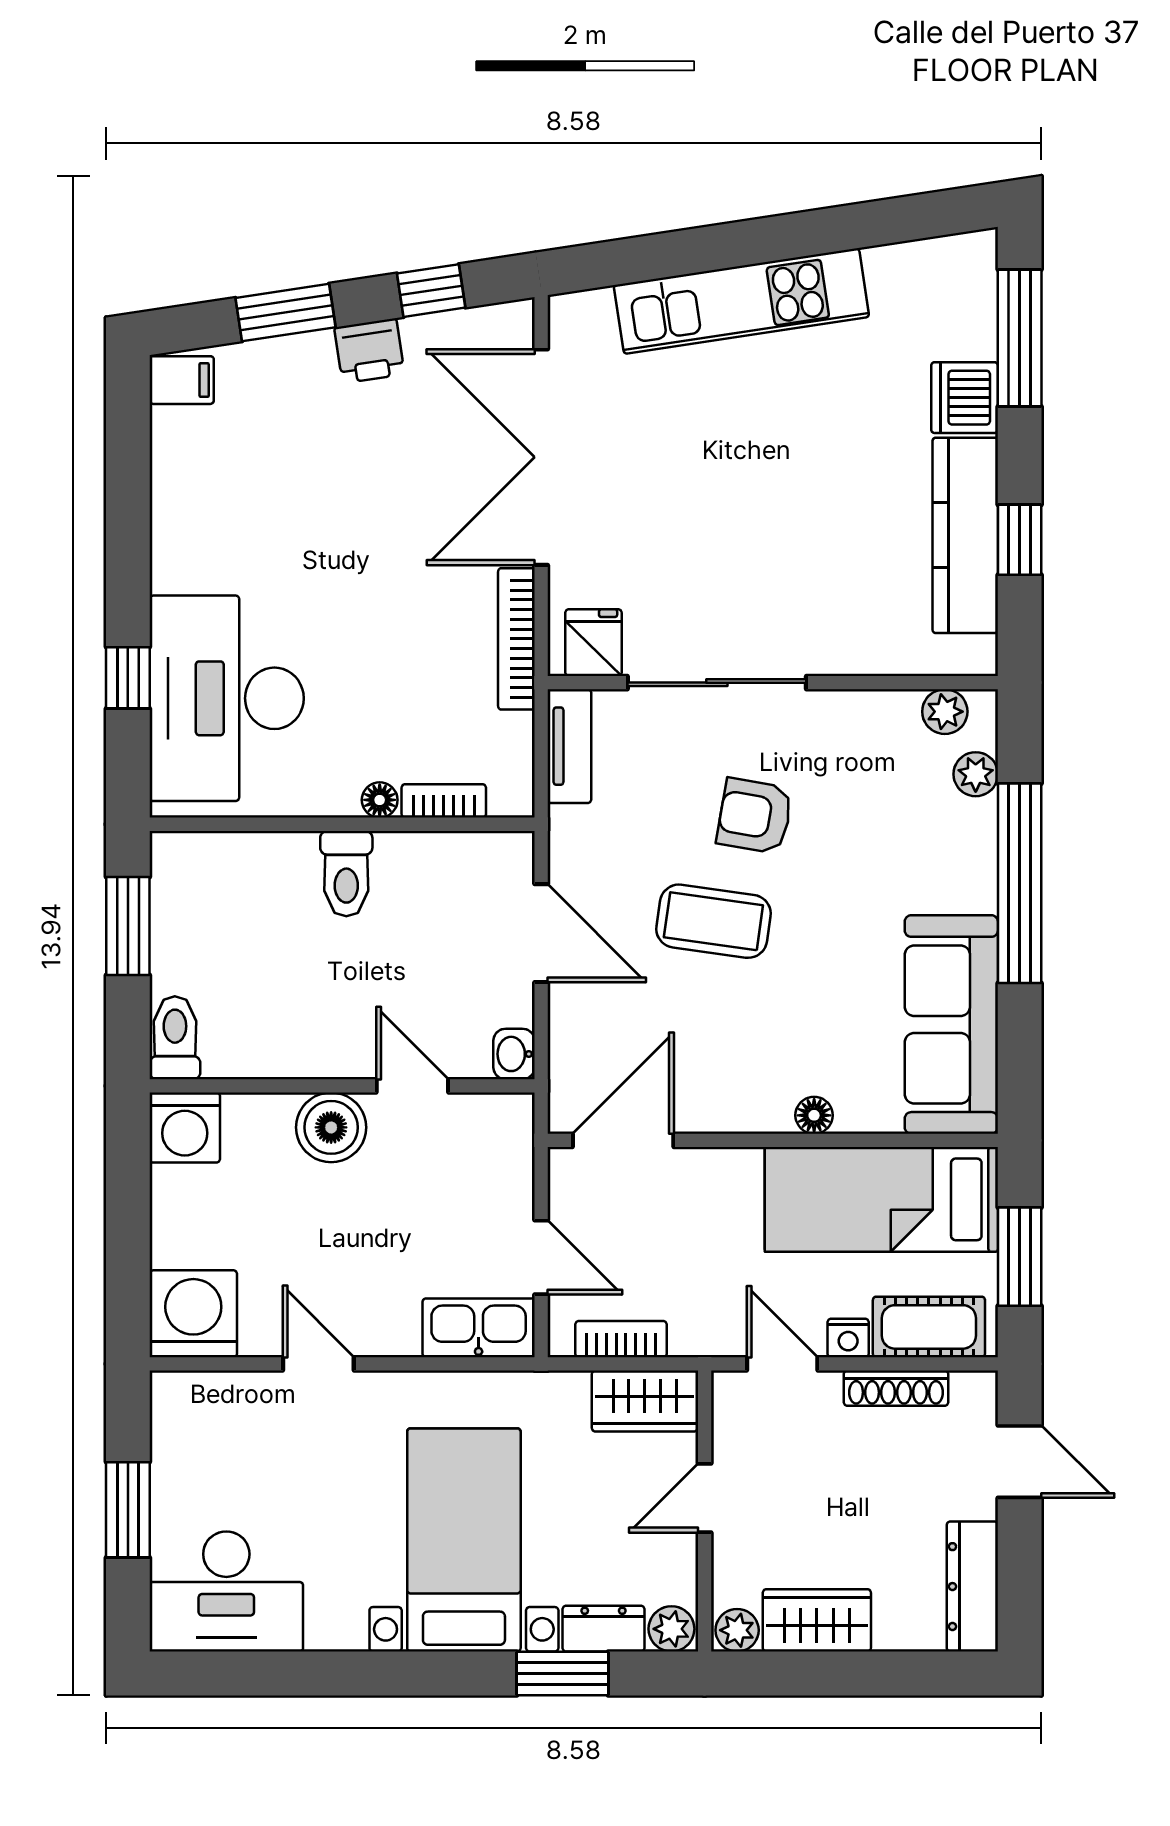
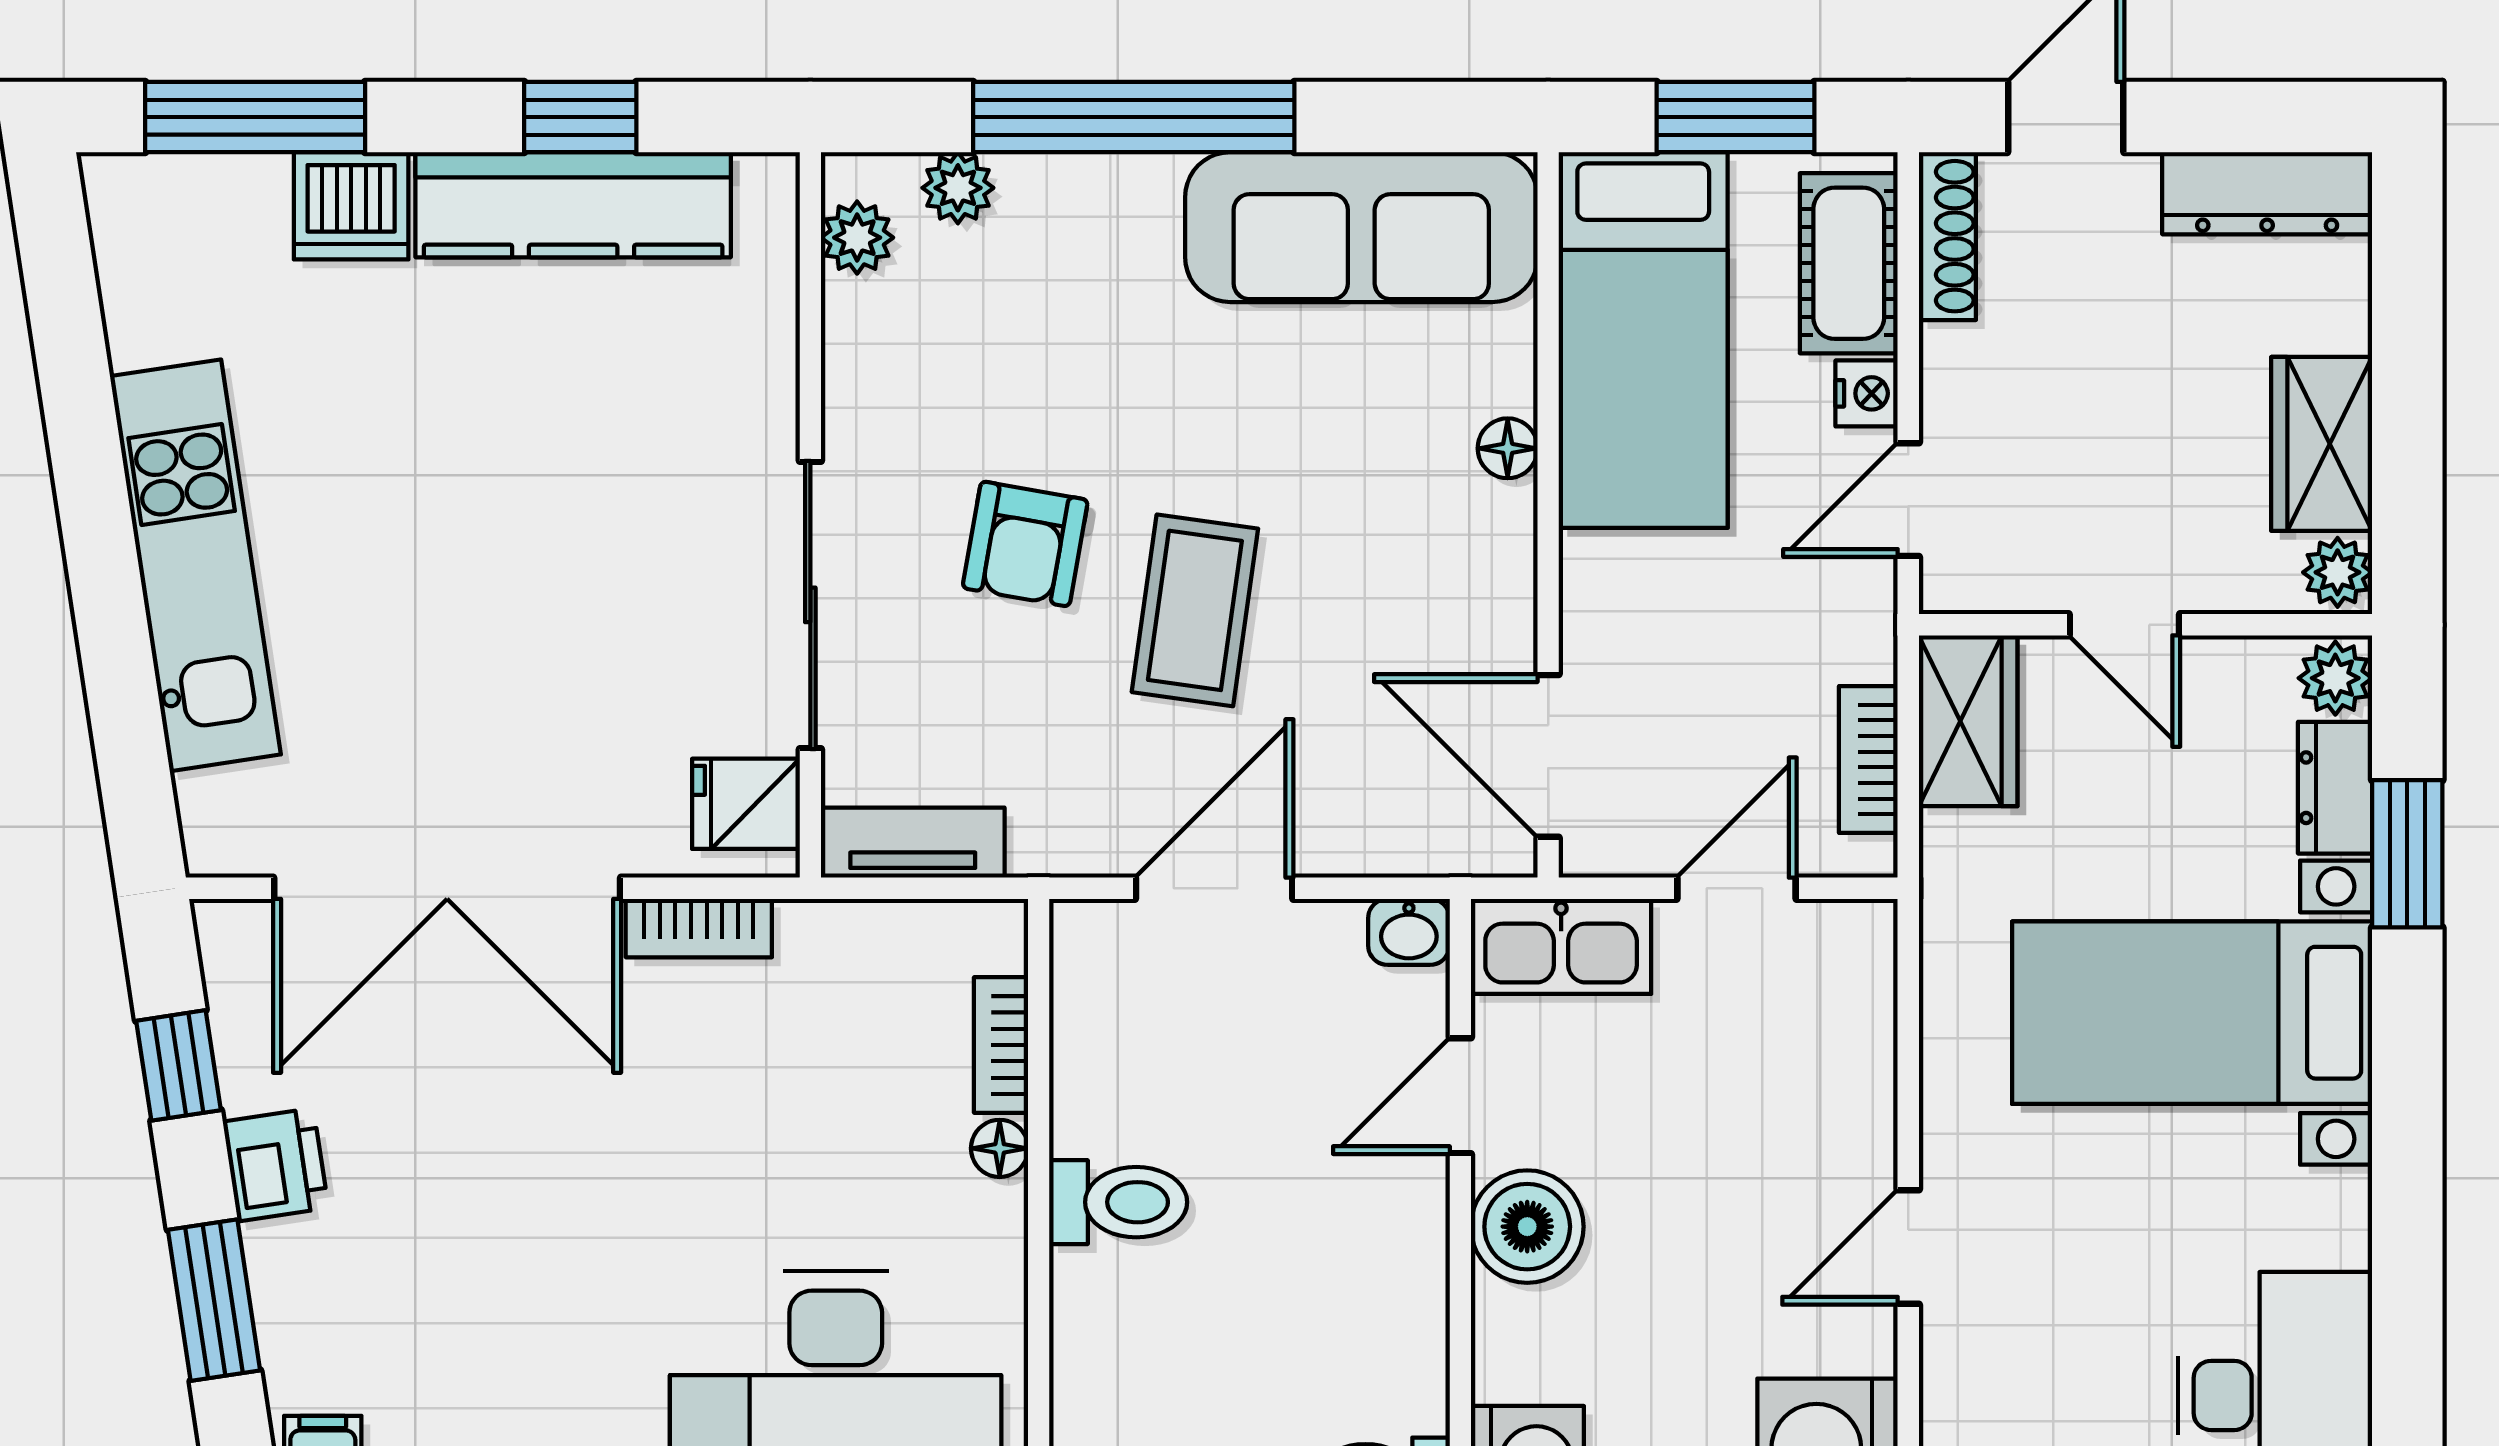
bookcase: (516, 639) -> (699, 928), width x0.64
kitchen sink: (479, 1328) -> (1561, 946), moved, turned -90
shoe rack: (896, 1388) -> (1947, 236), moved

